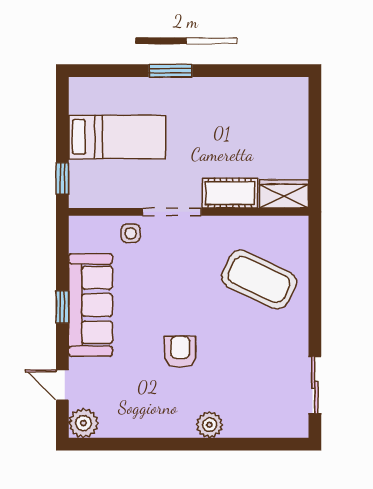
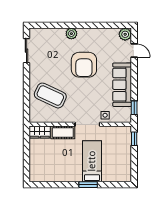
bed: (117, 137) -> (92, 161), moved, turned 90
window: (62, 307) -> (134, 108), moved
armchair: (180, 352) -> (84, 65), width x1.88, depth x1.88

